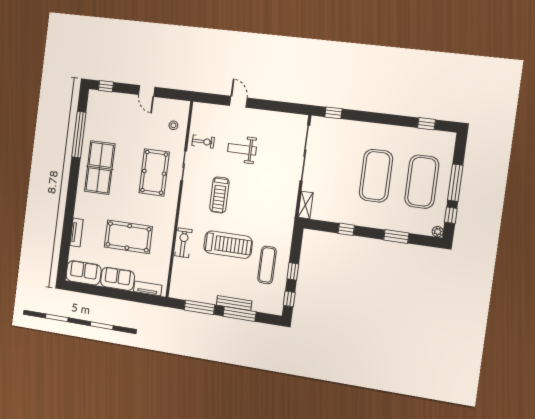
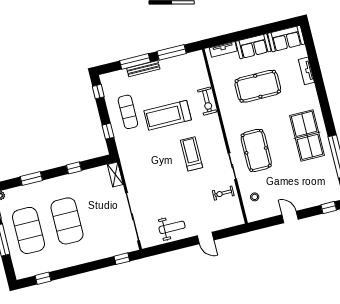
weight bench: (242, 149) -> (172, 227), moved
window: (293, 271) -> (108, 131), moved

